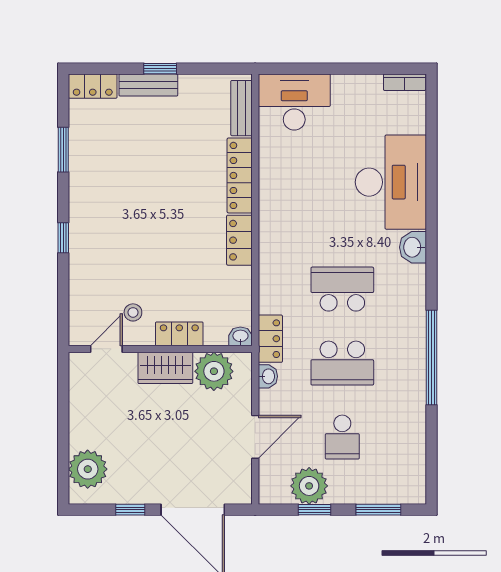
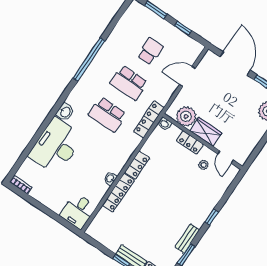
desk: (294, 102) -> (78, 211), width x0.73
bench: (241, 108) -> (187, 239), moved
locker: (270, 339) -> (149, 119), width x1.53
door: (106, 349) -> (225, 157), hinge flipped
school desk: (342, 363) -> (129, 83), turned 180
washbasin: (268, 376) -> (110, 179), moved
plant: (309, 486) -> (179, 40), removed

